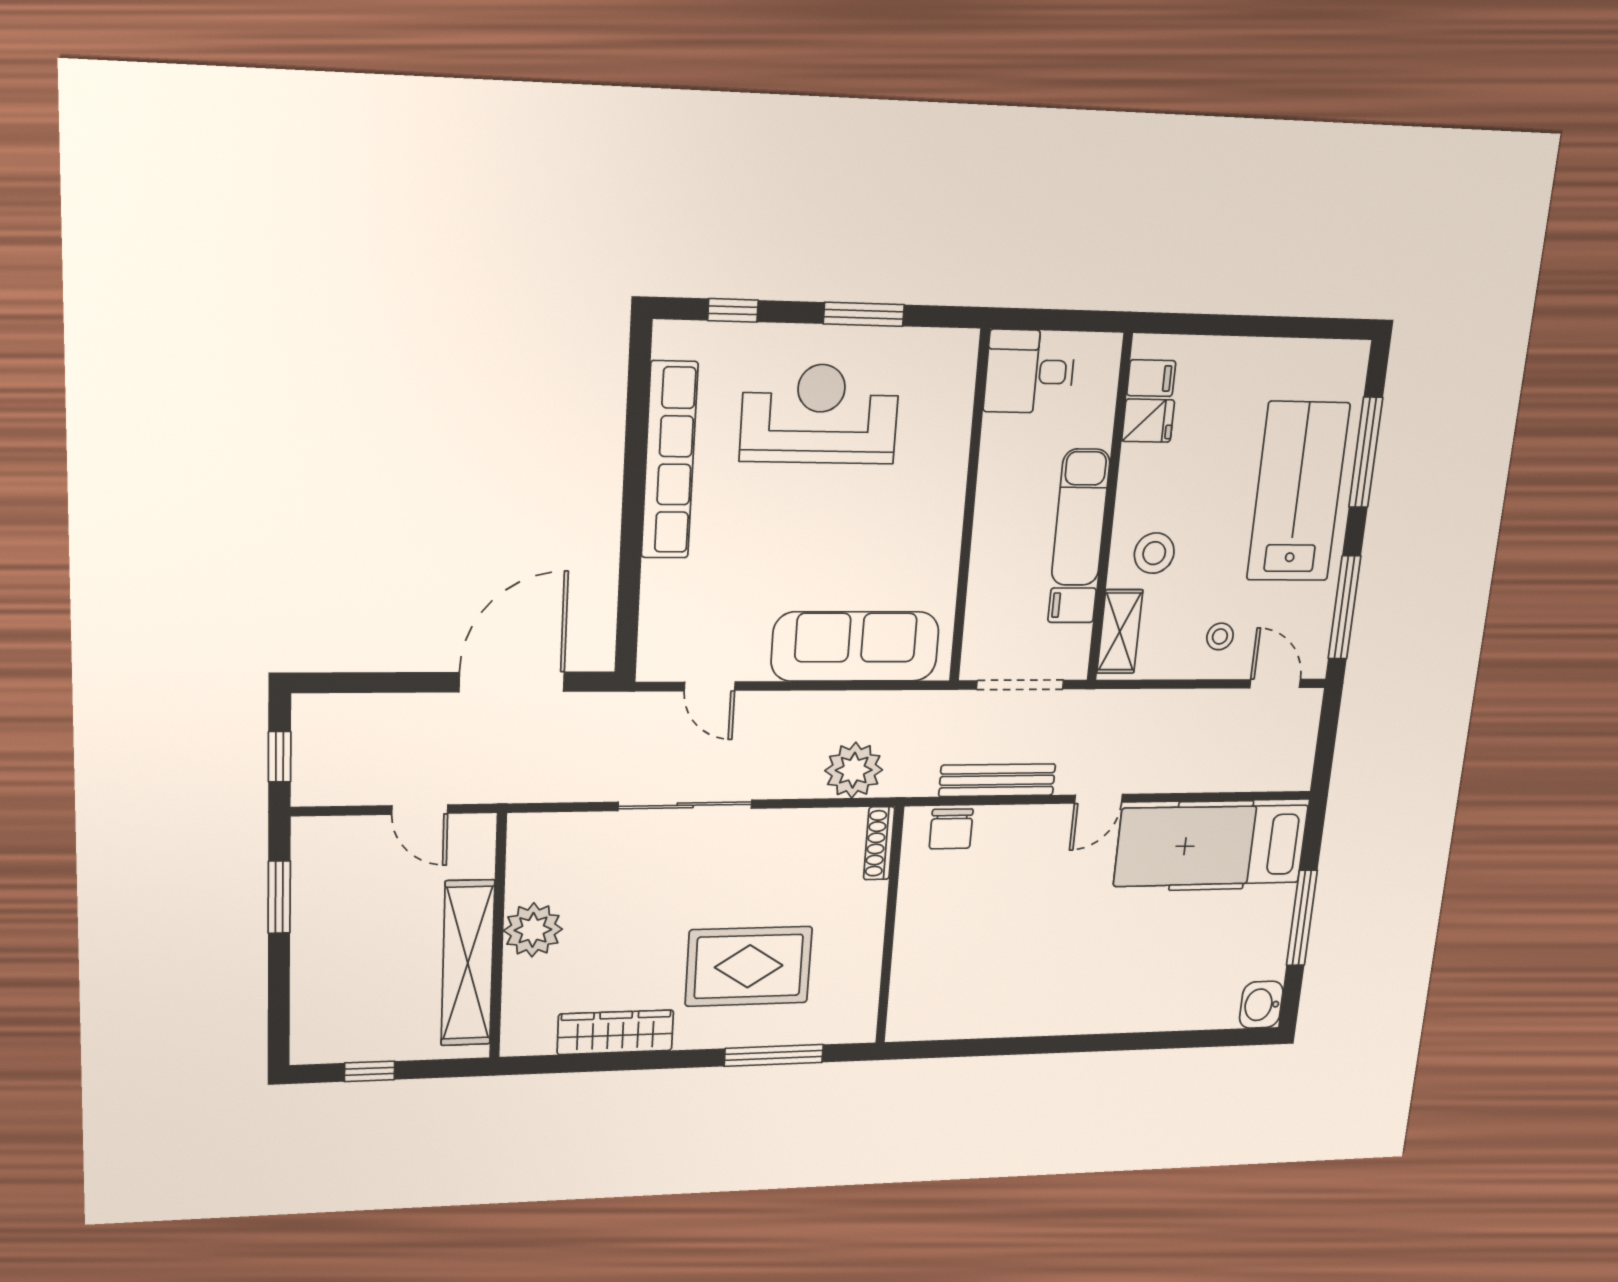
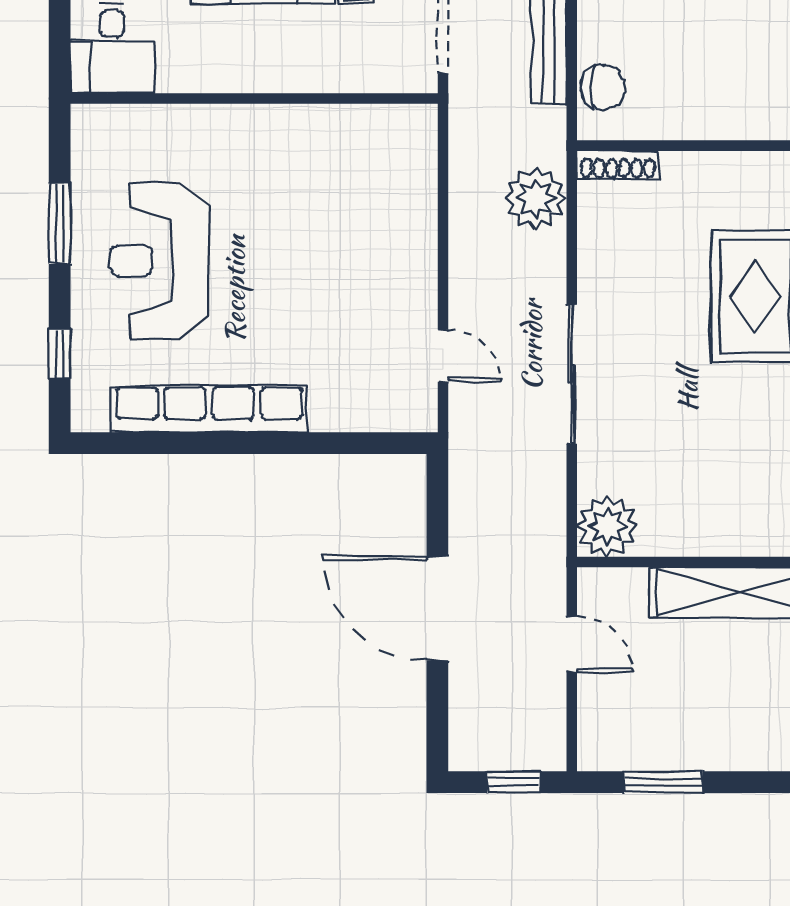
sofa: (855, 646) -> (401, 207), removed
door: (512, 682) -> (437, 608), moved
door: (710, 686) -> (443, 356), hinge flipped
door: (420, 810) -> (572, 644), hinge flipped
plant: (533, 930) -> (607, 526), moved

